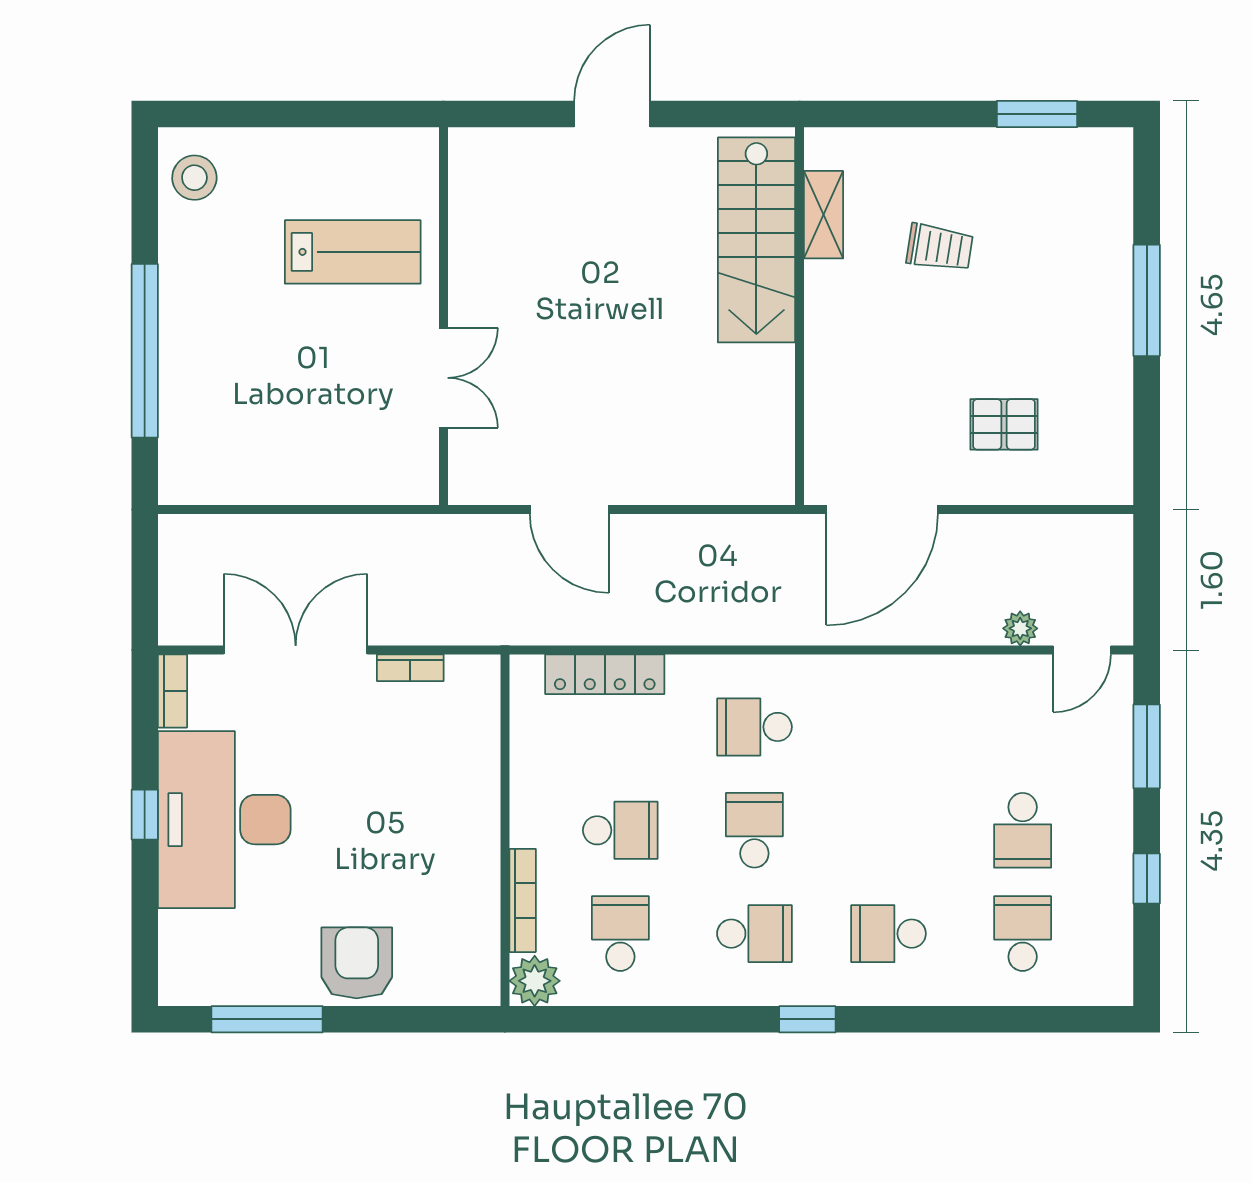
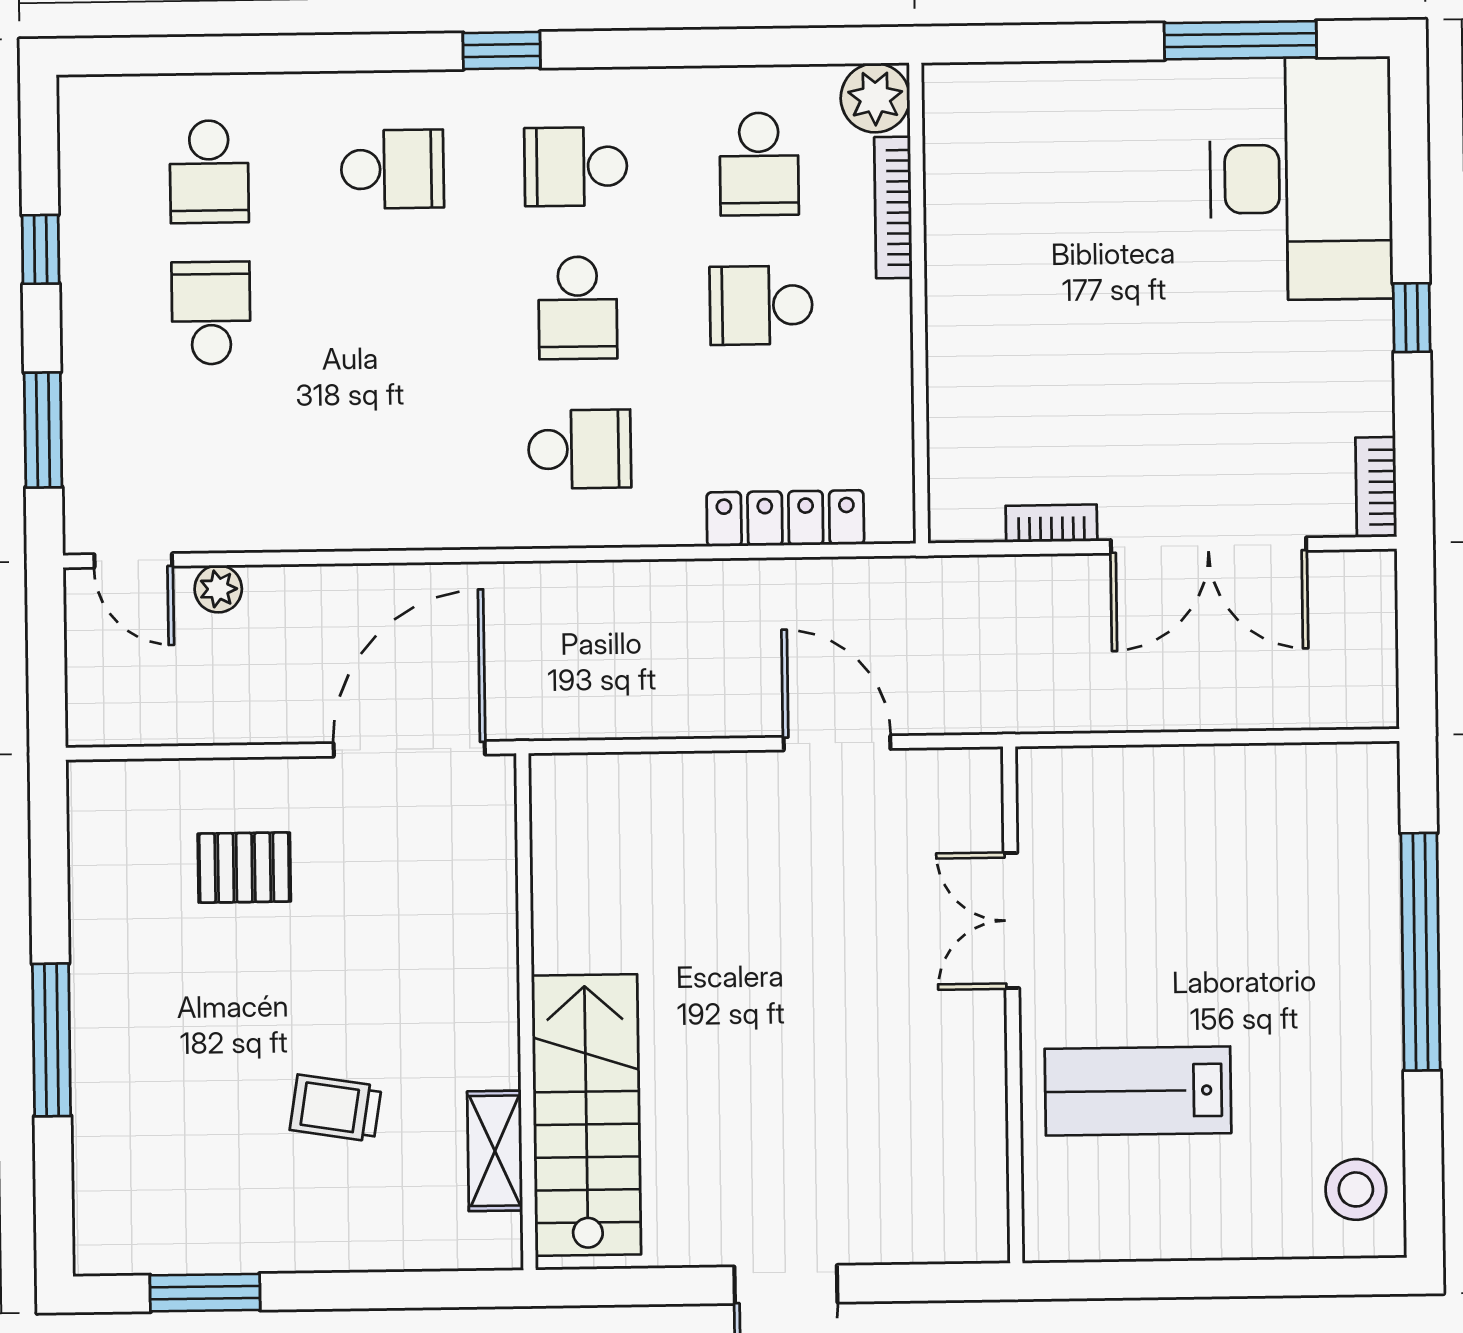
door: (1082, 650) -> (133, 560), swing flipped
desk: (224, 820) -> (1301, 178), moved
armchair: (357, 963) -> (1119, 119), removed

